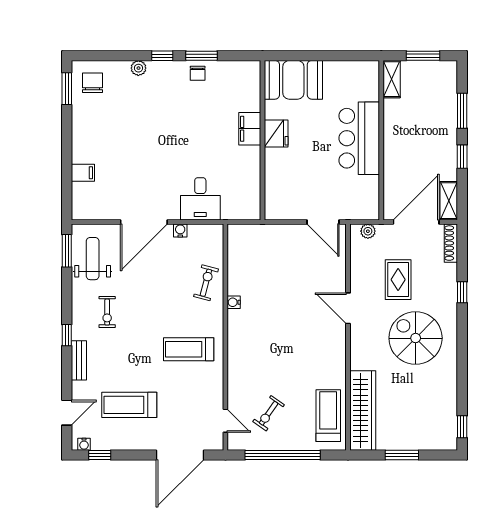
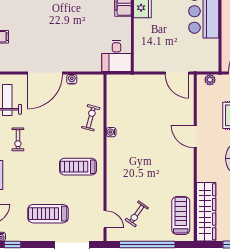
desk: (200, 199) -> (116, 56), moved
treadmill: (129, 405) -> (48, 214), moved

